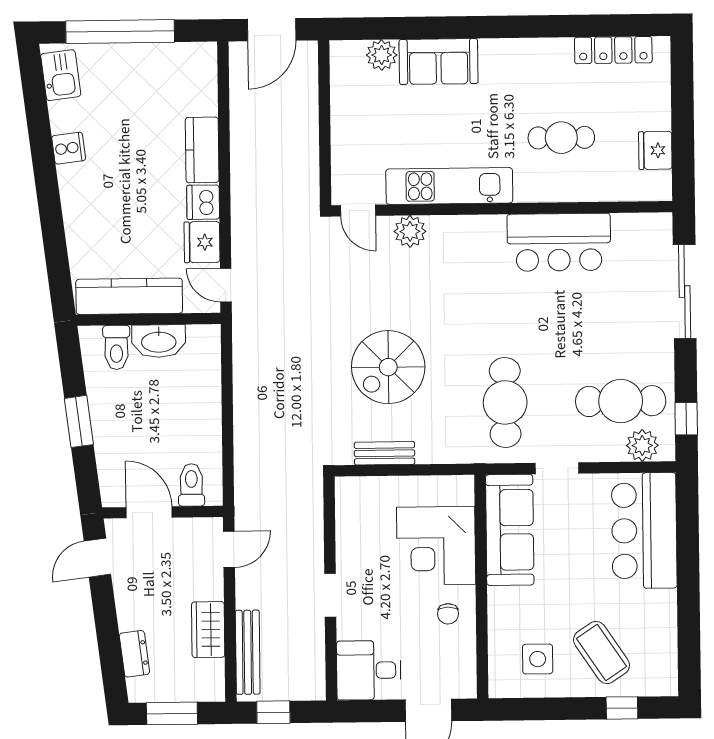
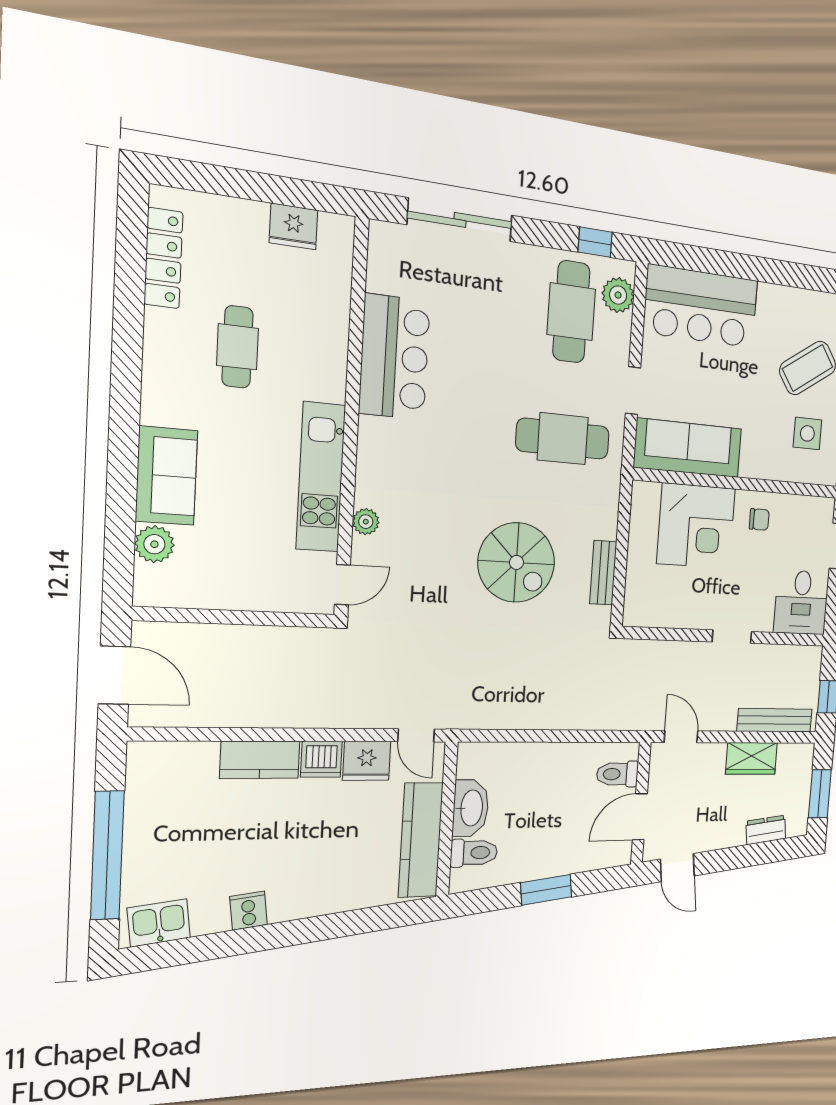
cafe table: (561, 138) -> (238, 347), moved
plant: (410, 231) -> (366, 522), width x0.73, depth x0.73
door: (226, 285) -> (416, 735), hinge flipped

